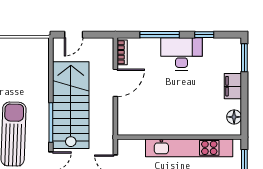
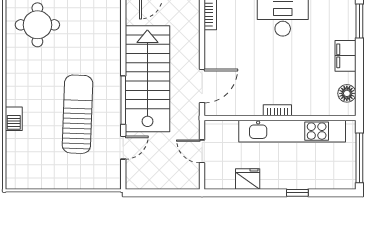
door: (115, 83) -> (202, 86), moved
bookcase: (177, 131) -> (277, 110), added

